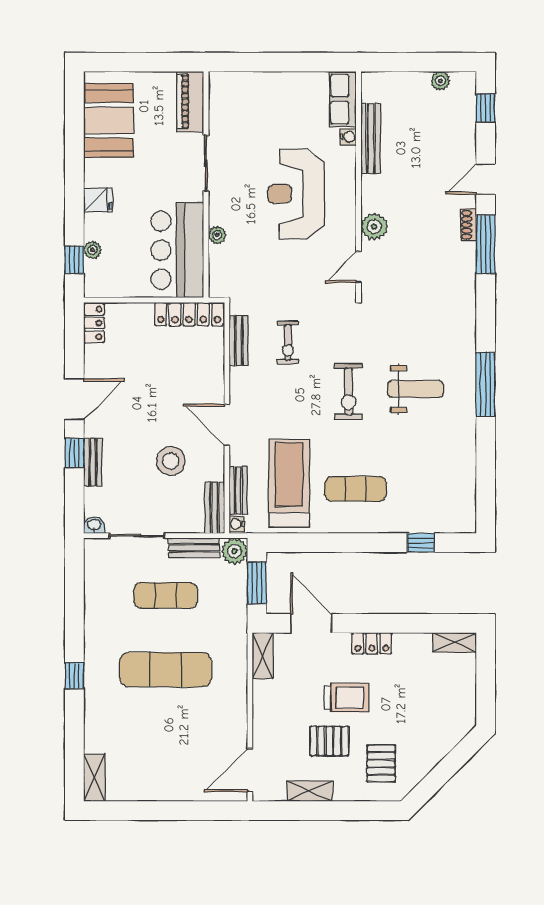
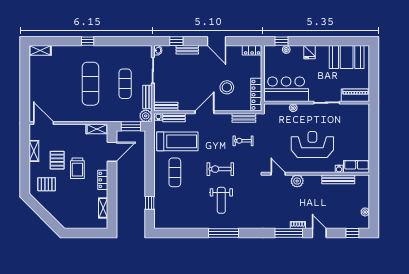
window: (74, 453) -> (176, 41), moved
stool: (171, 461) -> (227, 87), moved
shelving: (455, 642) -> (103, 208), moved

